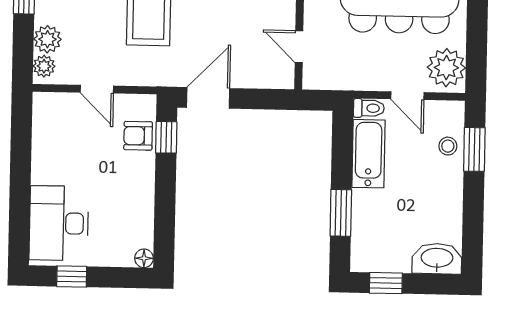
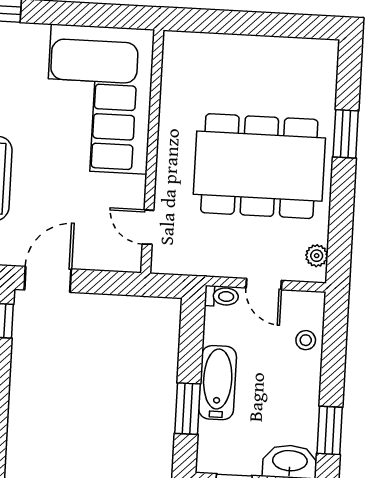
plant: (446, 68) -> (317, 256), width x0.53, depth x0.53
window: (474, 149) -> (330, 430), moved
bathtub: (368, 154) -> (217, 383), moved

